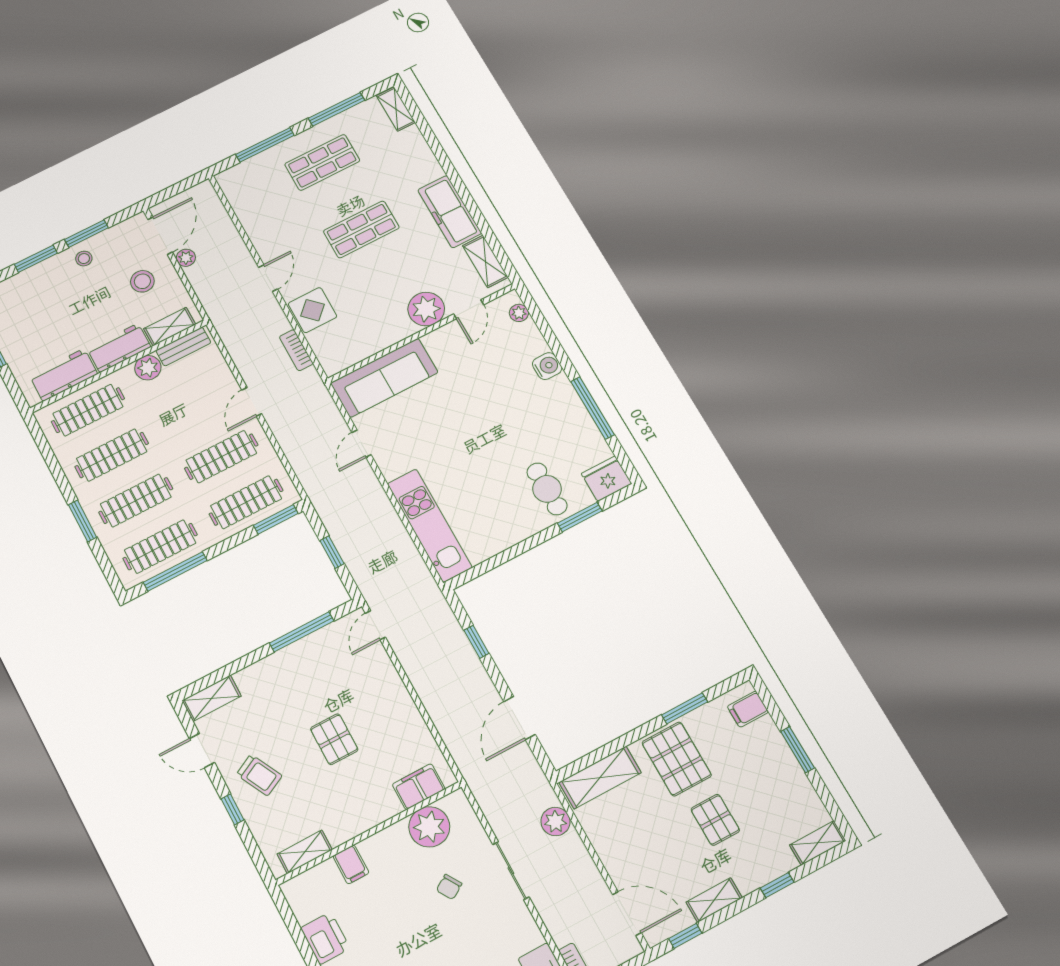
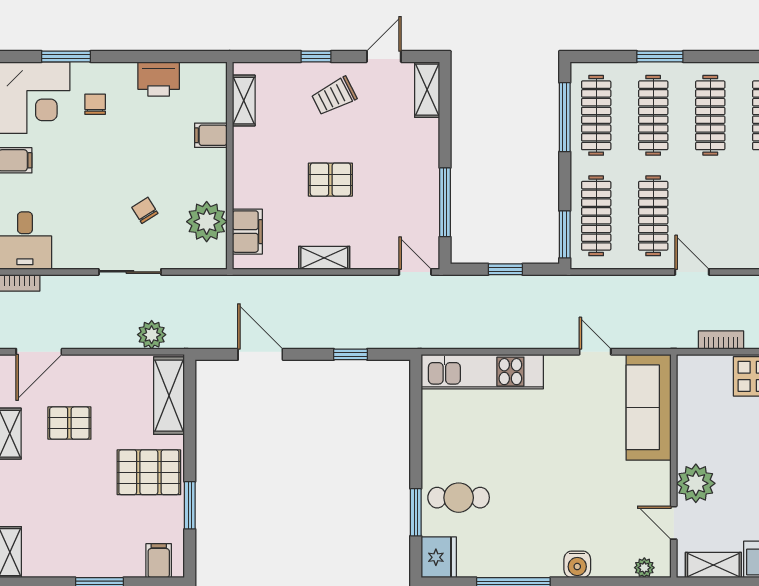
shelving: (405, 708) -> (324, 258), added
pallet: (715, 820) -> (69, 423), moved

